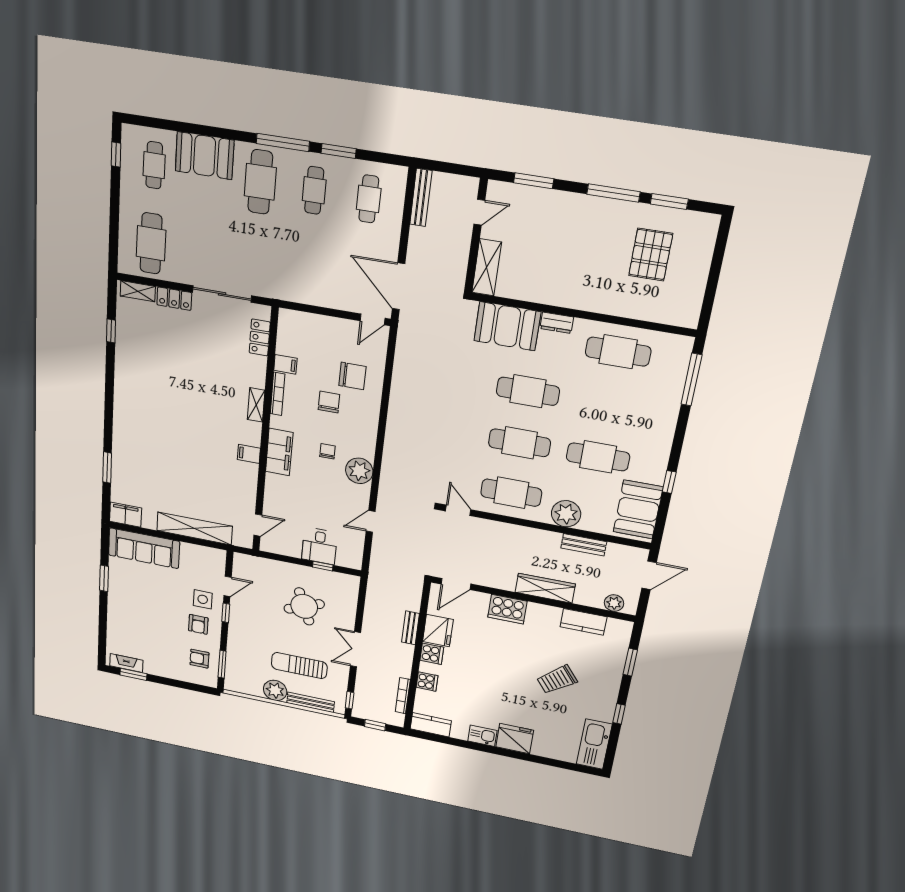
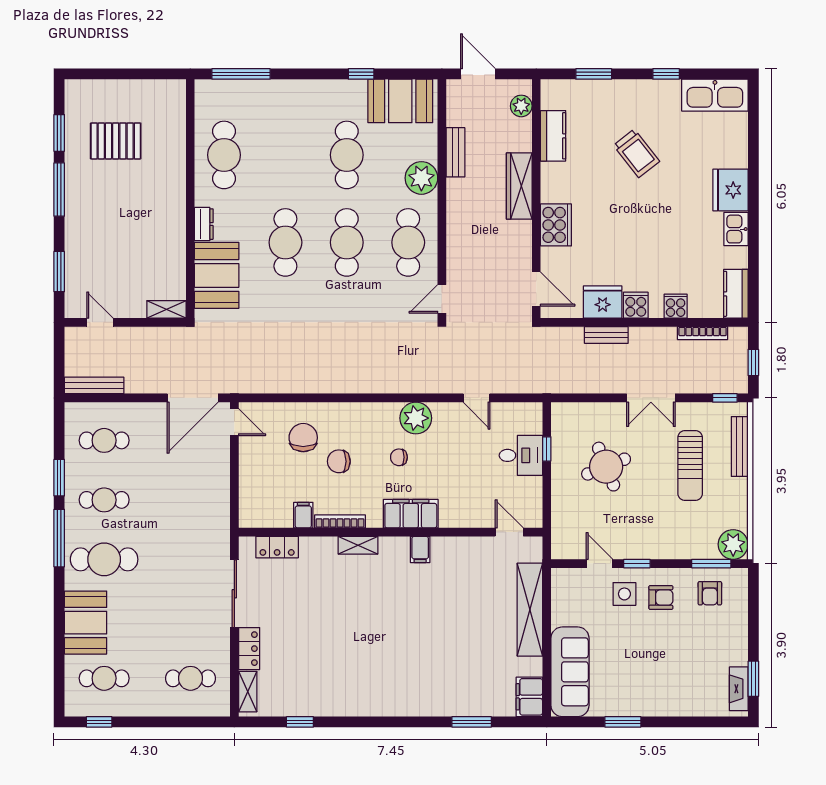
cafe table: (151, 243) -> (190, 678), width x0.73, depth x0.74
shelving: (487, 267) -> (166, 309), width x0.67, depth x0.75
plant: (275, 690) -> (733, 544), moved

